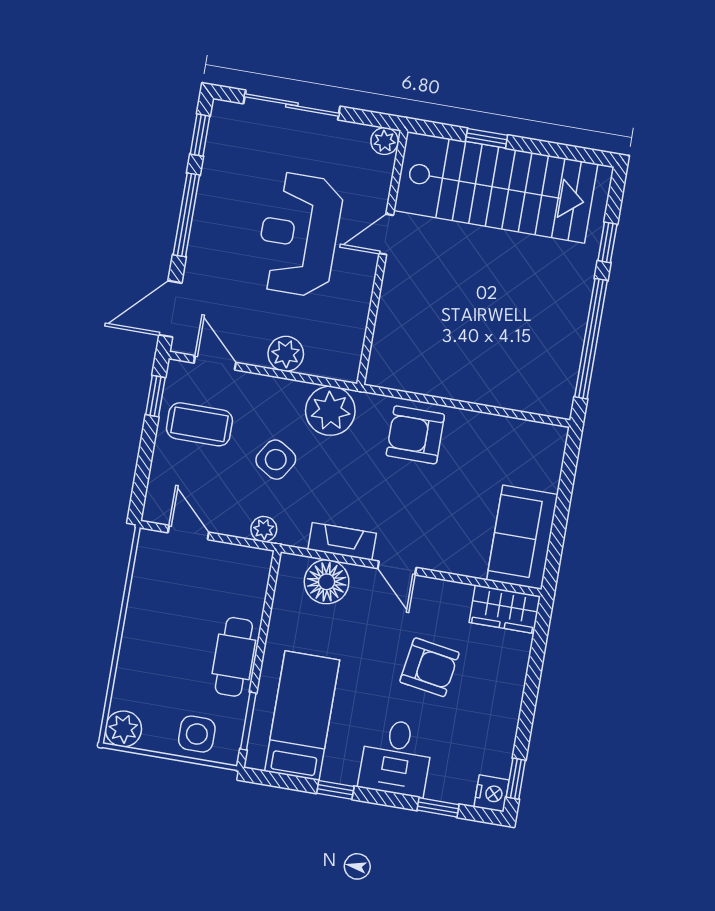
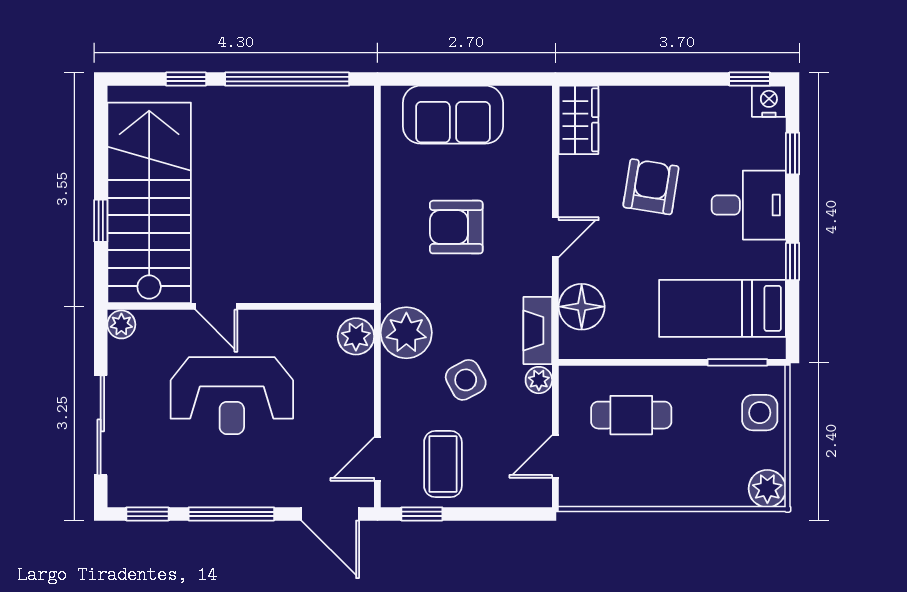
plant: (286, 354) -> (356, 336), moved
armchair: (415, 435) -> (456, 227), moved, turned 90
side table: (276, 460) -> (466, 380), turned 30
sofa: (522, 537) -> (453, 115), moved
fireplace: (342, 541) -> (538, 331), moved
cafe table: (234, 657) -> (631, 415), moved

